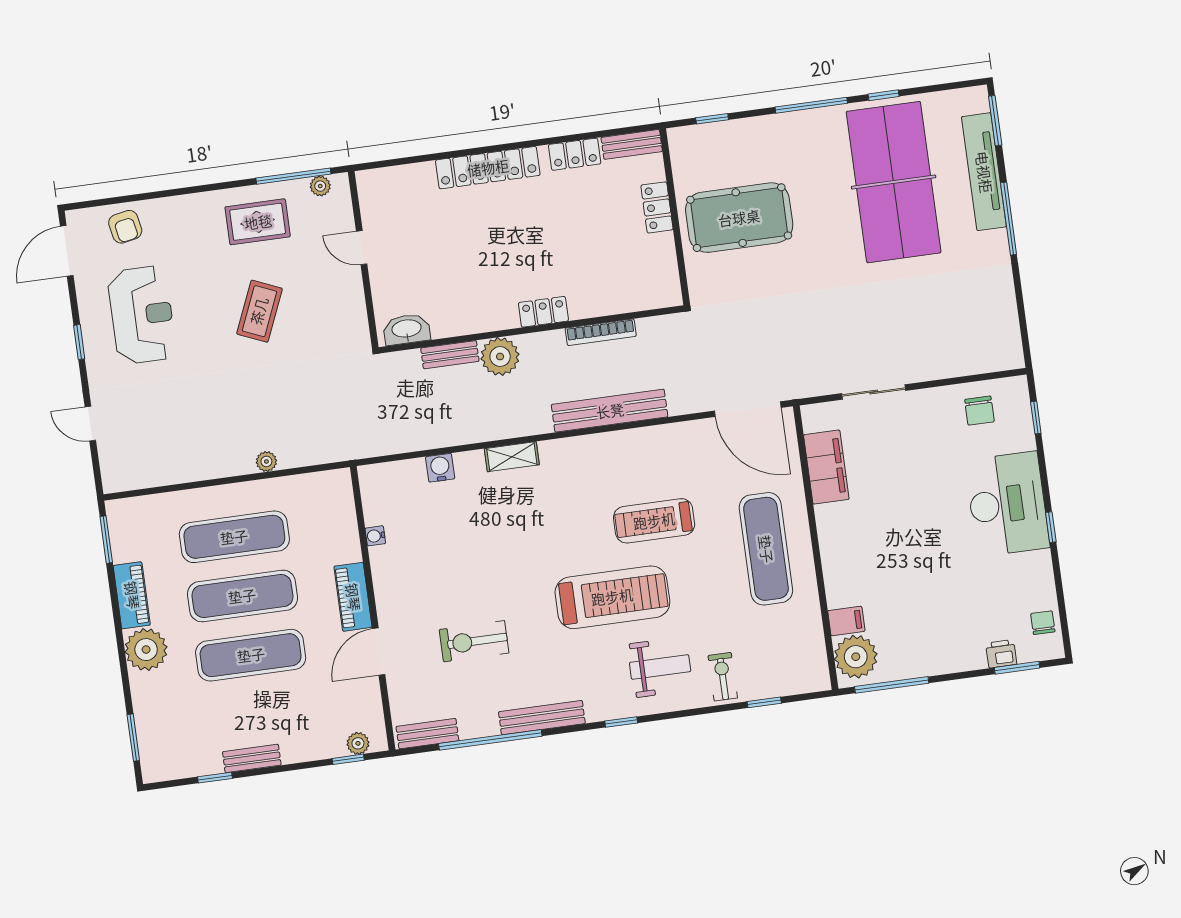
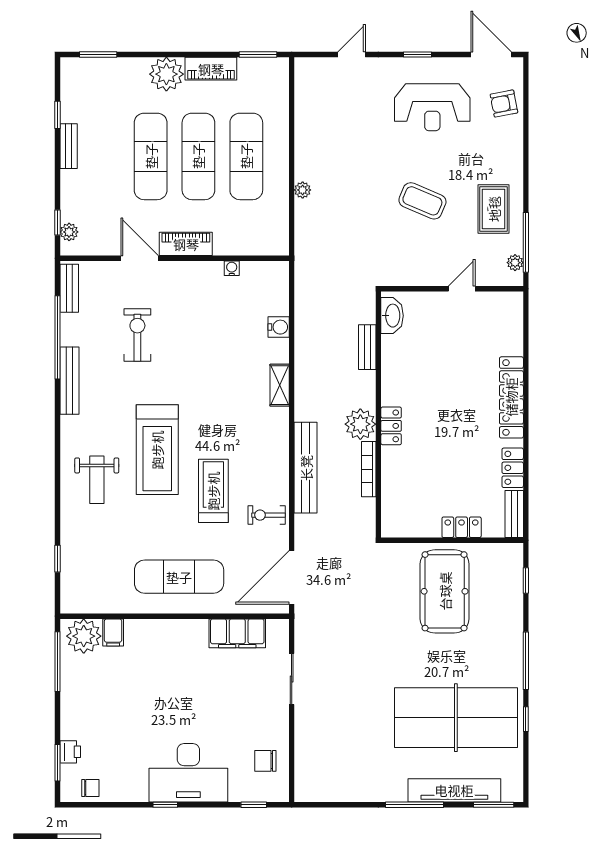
plant: (500, 357) -> (360, 424), moved
exercise bike: (723, 677) -> (267, 515), moved, turned 180
window: (621, 722) -> (57, 443), removed

